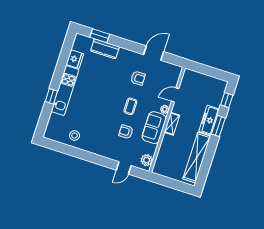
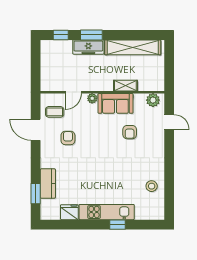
door: (175, 95) -> (73, 92), hinge flipped
coffee table: (130, 106) -> (55, 112), moved
shelving: (172, 124) -> (125, 86), moved

